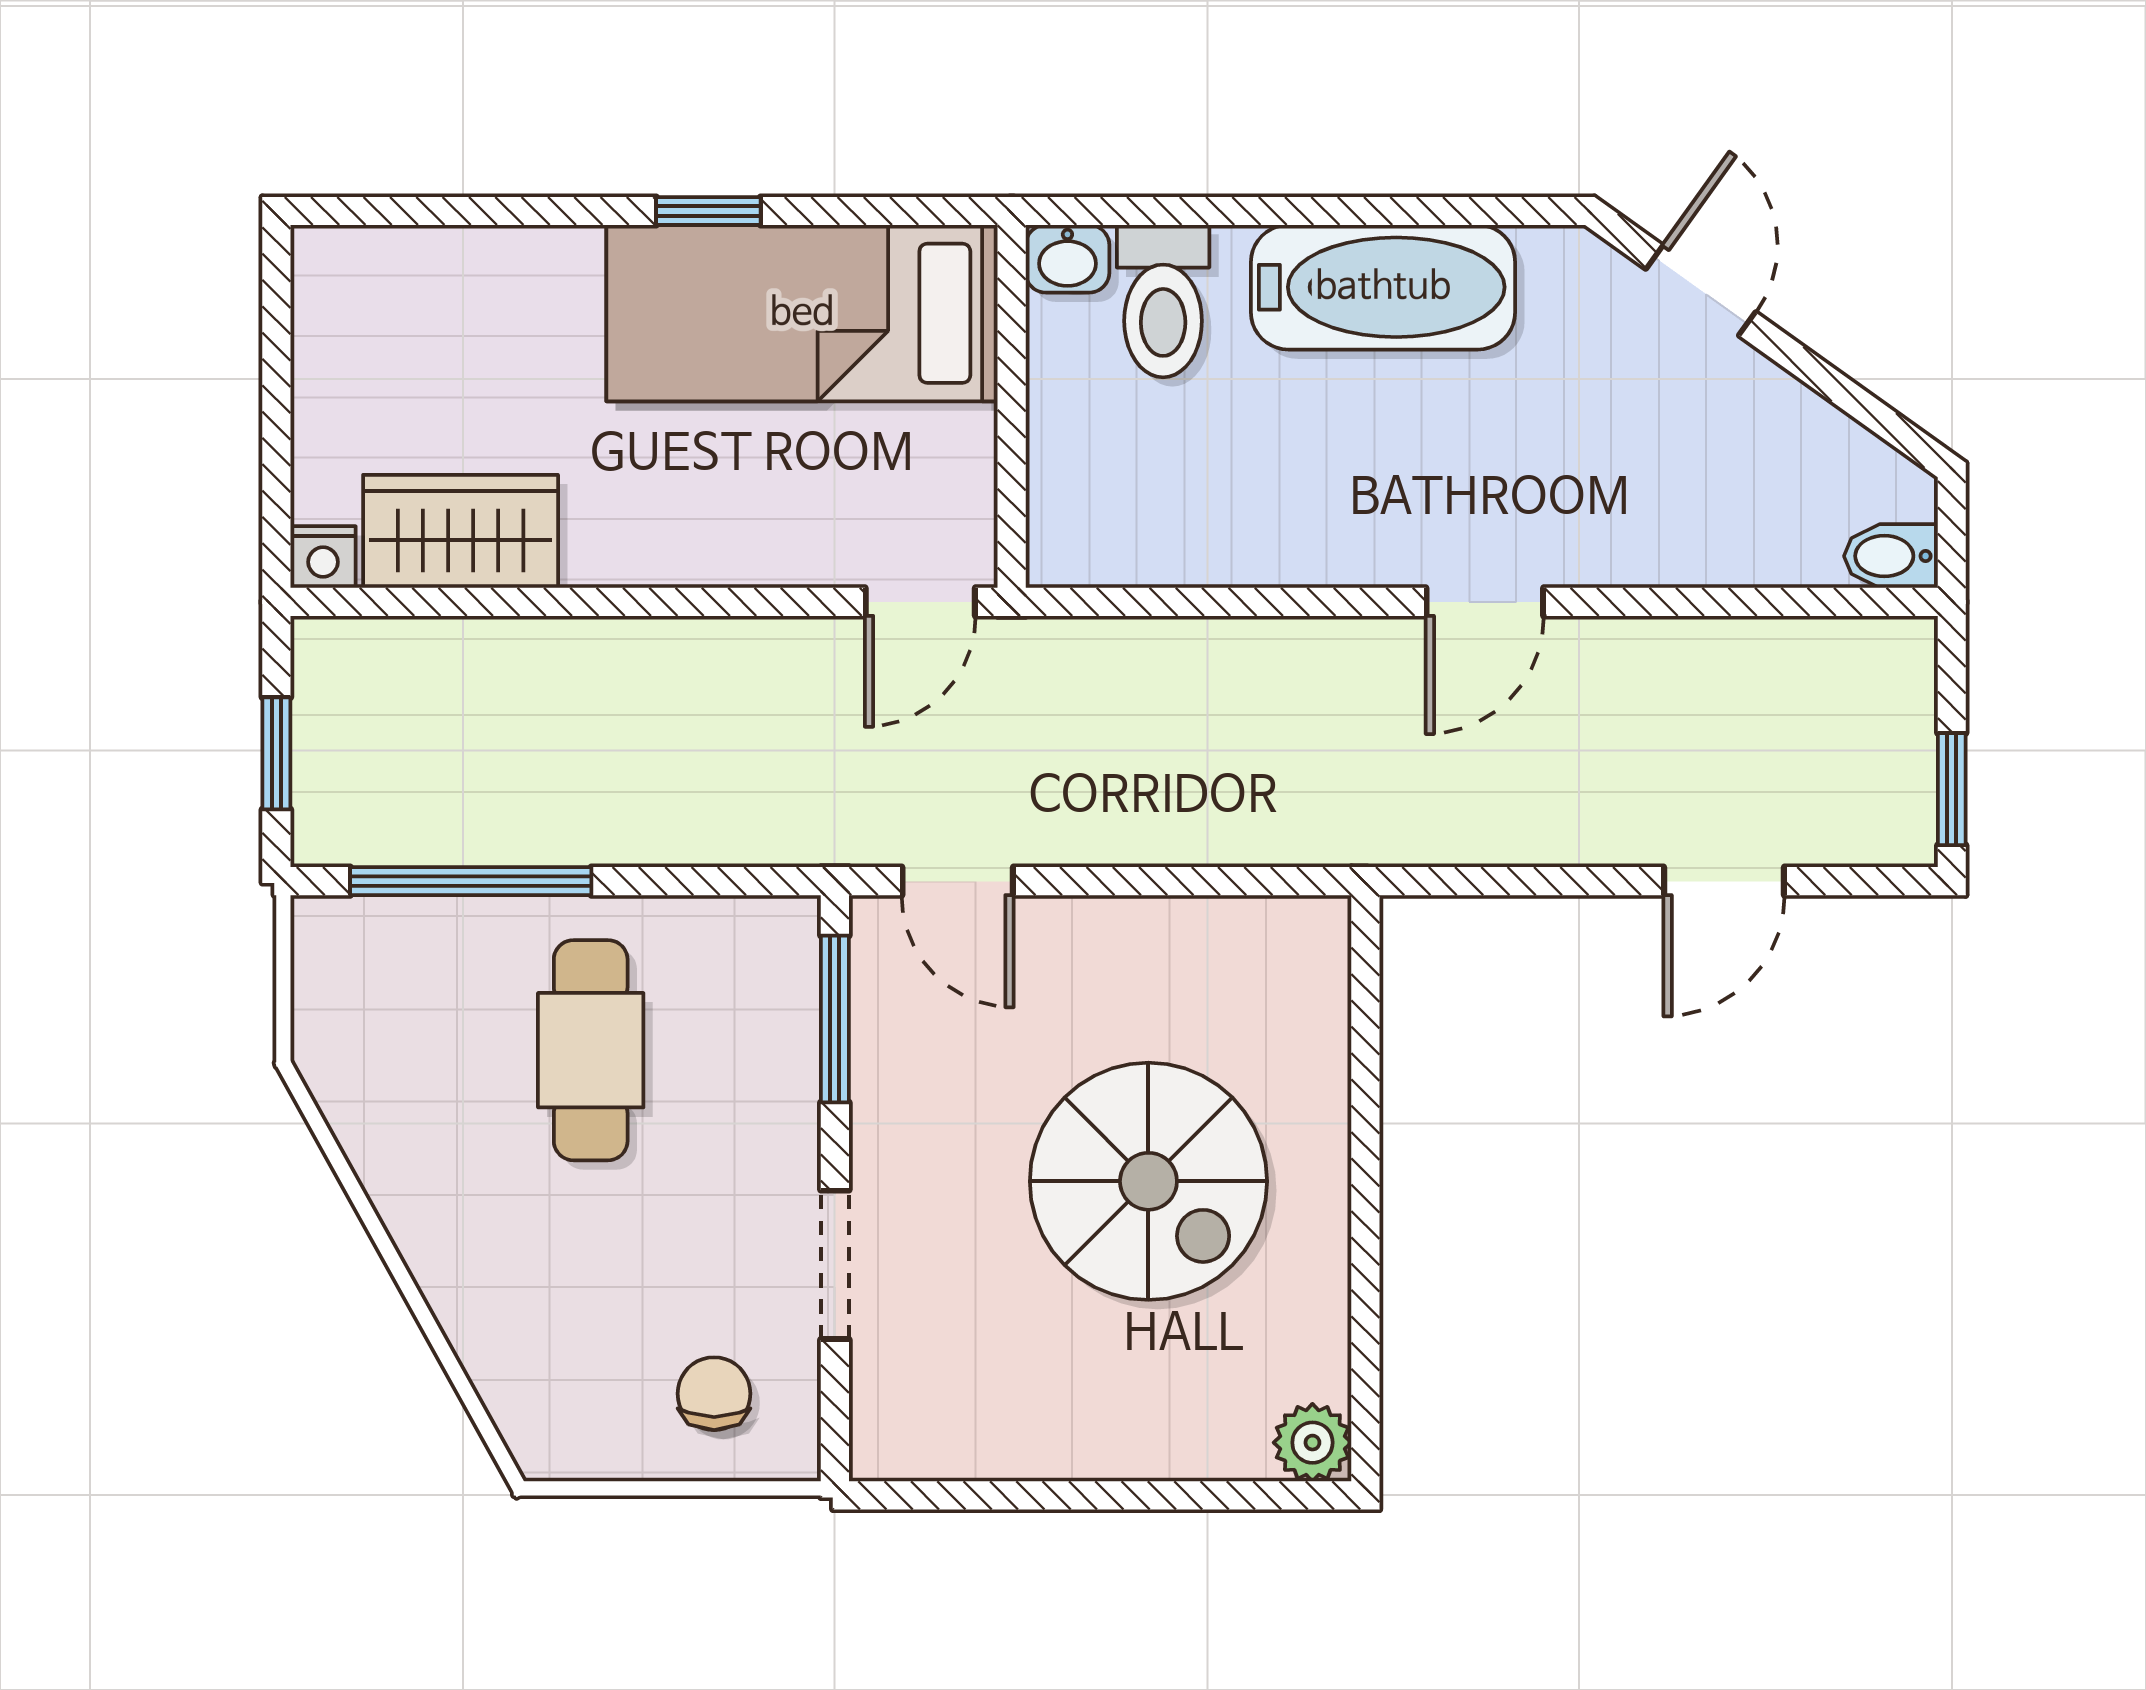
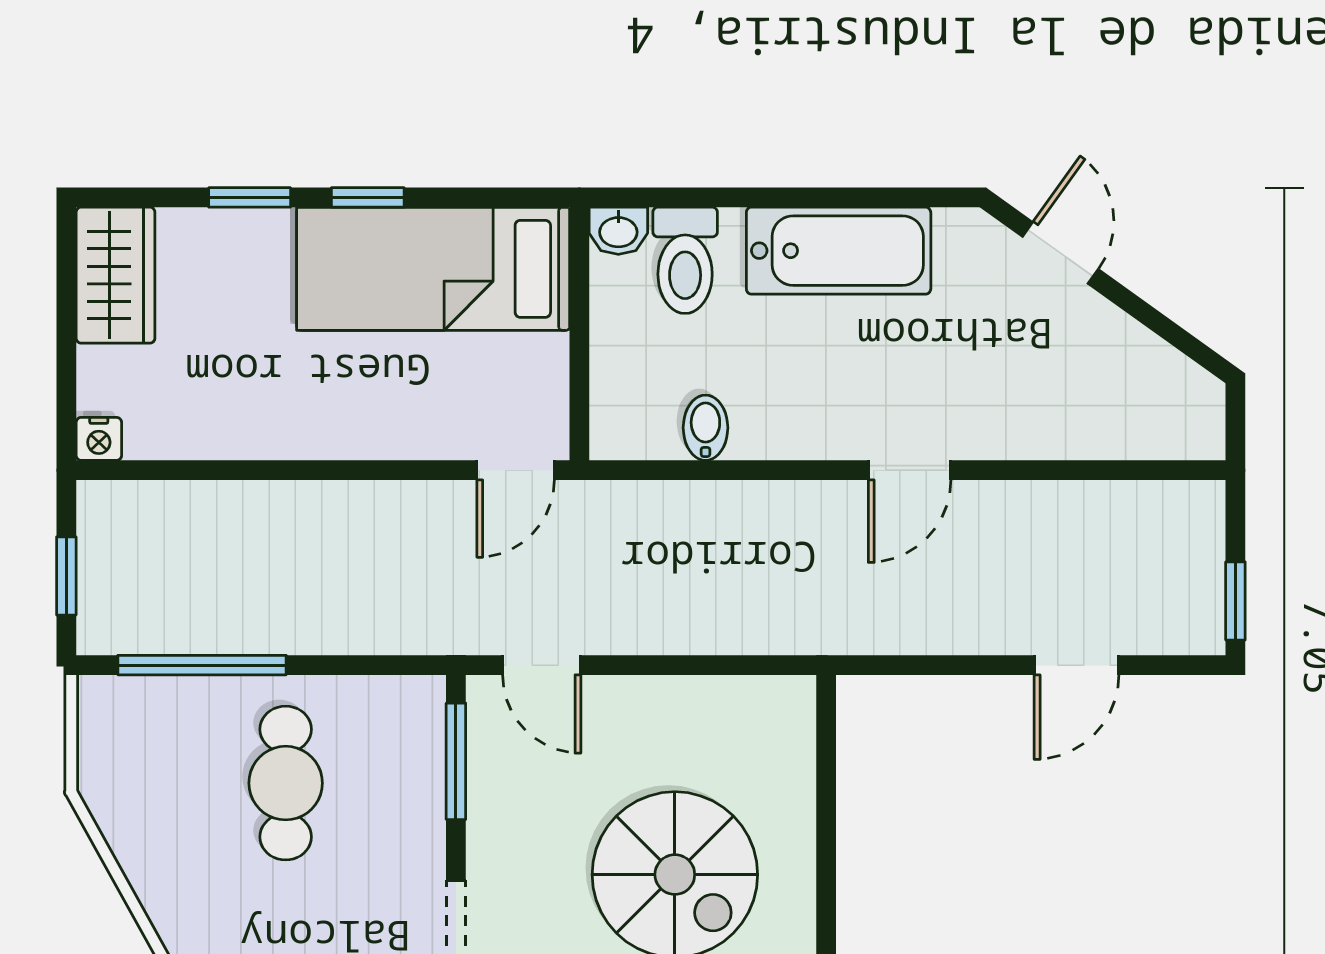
window: (539, 211) -> (250, 197), added
wardrobe: (461, 531) -> (115, 275), moved, turned 90
bidet: (1891, 556) -> (705, 428), moved, turned 90

